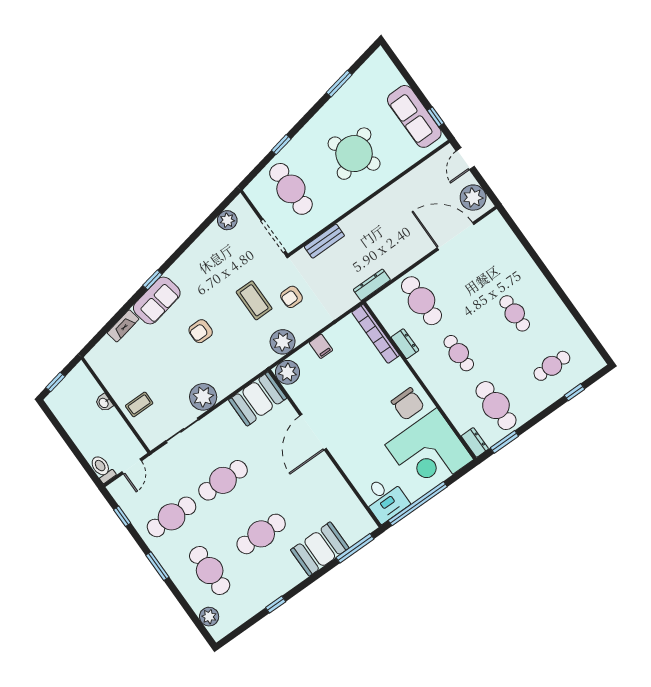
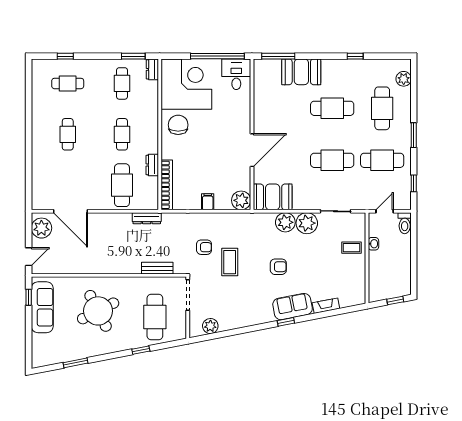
plant: (283, 342) -> (285, 222), moved
washbasin: (104, 403) -> (373, 244), moved
cafe table: (496, 406) -> (122, 83), width x0.73, depth x0.74

